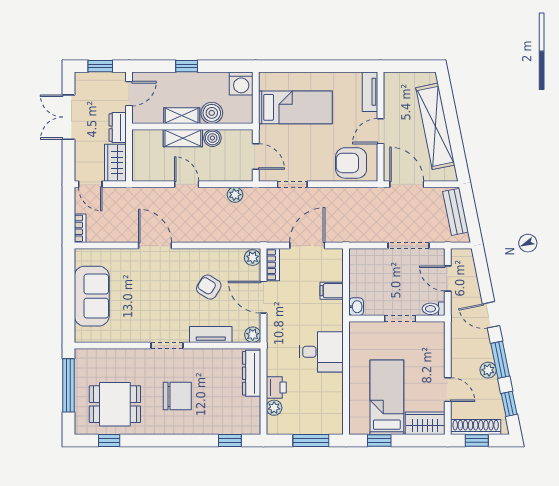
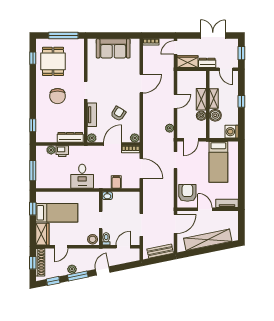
stool: (434, 333) -> (93, 239), added

